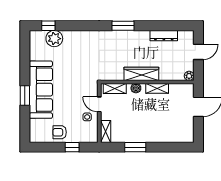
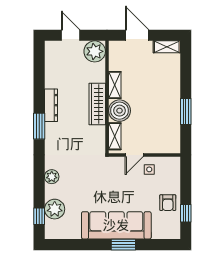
plant: (81, 36) -> (52, 177), added
dresser: (164, 36) -> (51, 105), moved
plant: (189, 76) -> (95, 51), width x1.87, depth x1.87
boiler: (136, 88) -> (120, 111), width x1.86, depth x1.86
shelving: (106, 132) -> (167, 47), moved
window: (72, 147) -> (186, 213), moved

